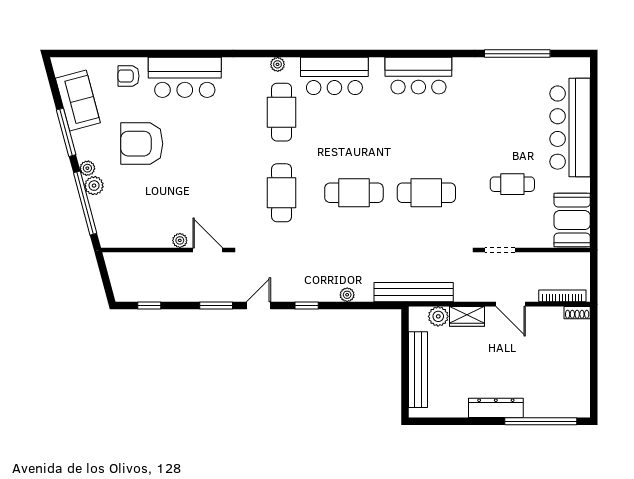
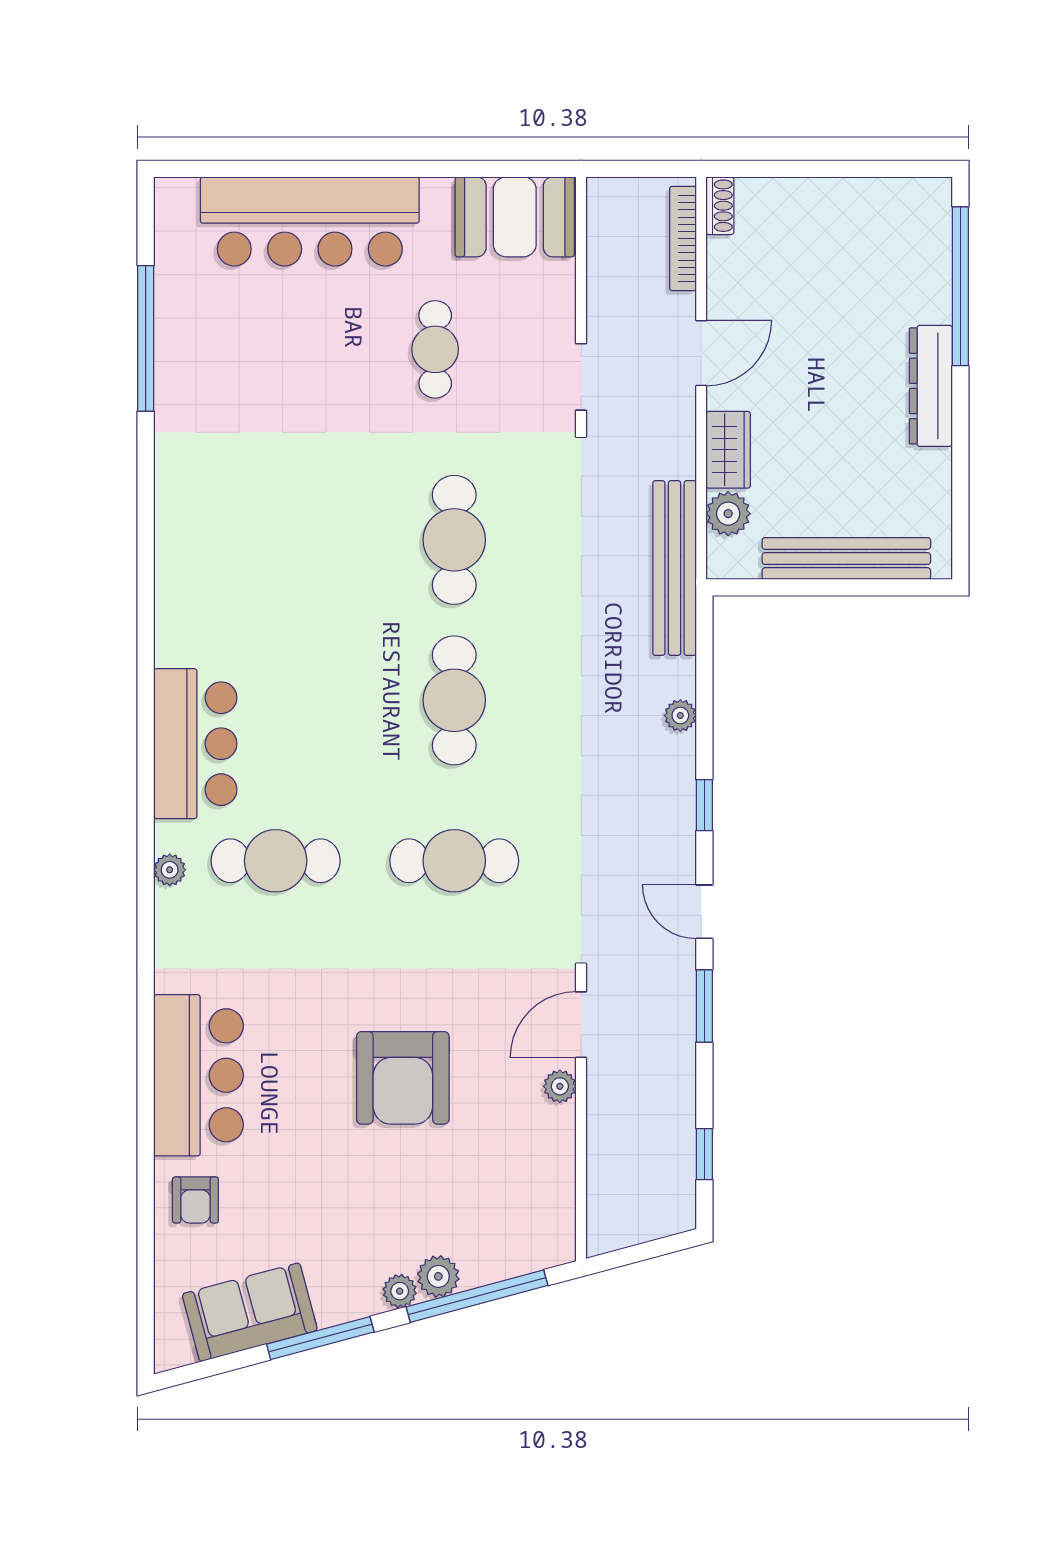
bar counter: (418, 76) -> (195, 557), removed
armchair: (142, 144) -> (403, 1078), moved

